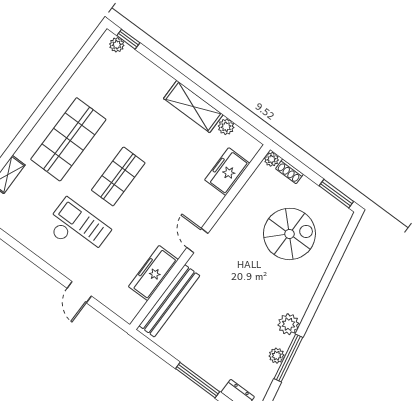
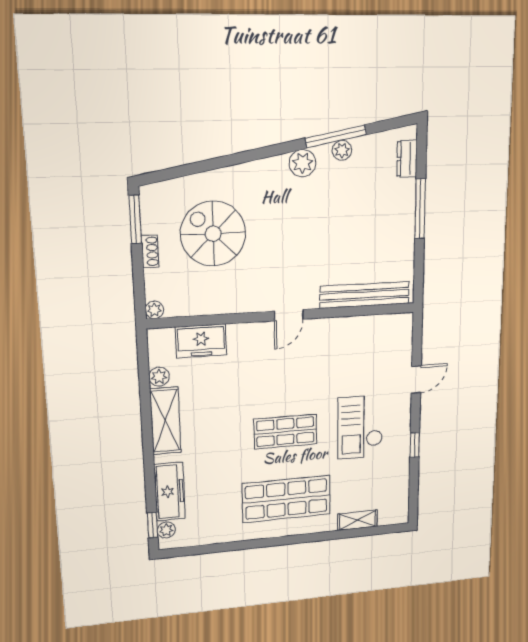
shoe rack: (289, 171) -> (150, 251), moved
window: (31, 256) -> (415, 445), added
freezer: (153, 273) -> (170, 492), moved, turned -90

